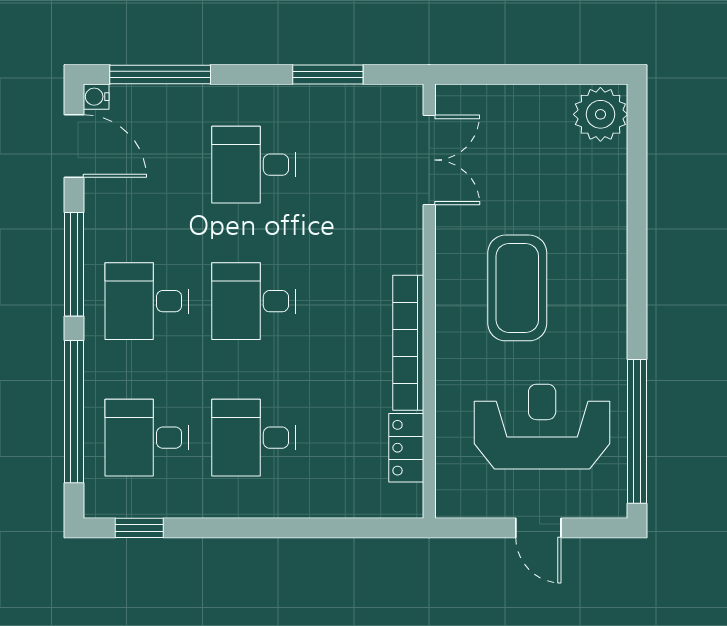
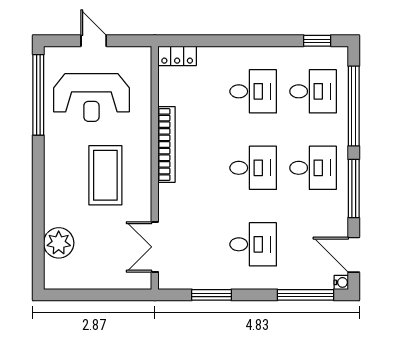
plant: (600, 114) -> (59, 243), moved
locker: (406, 448) -> (177, 56), moved, turned 90

